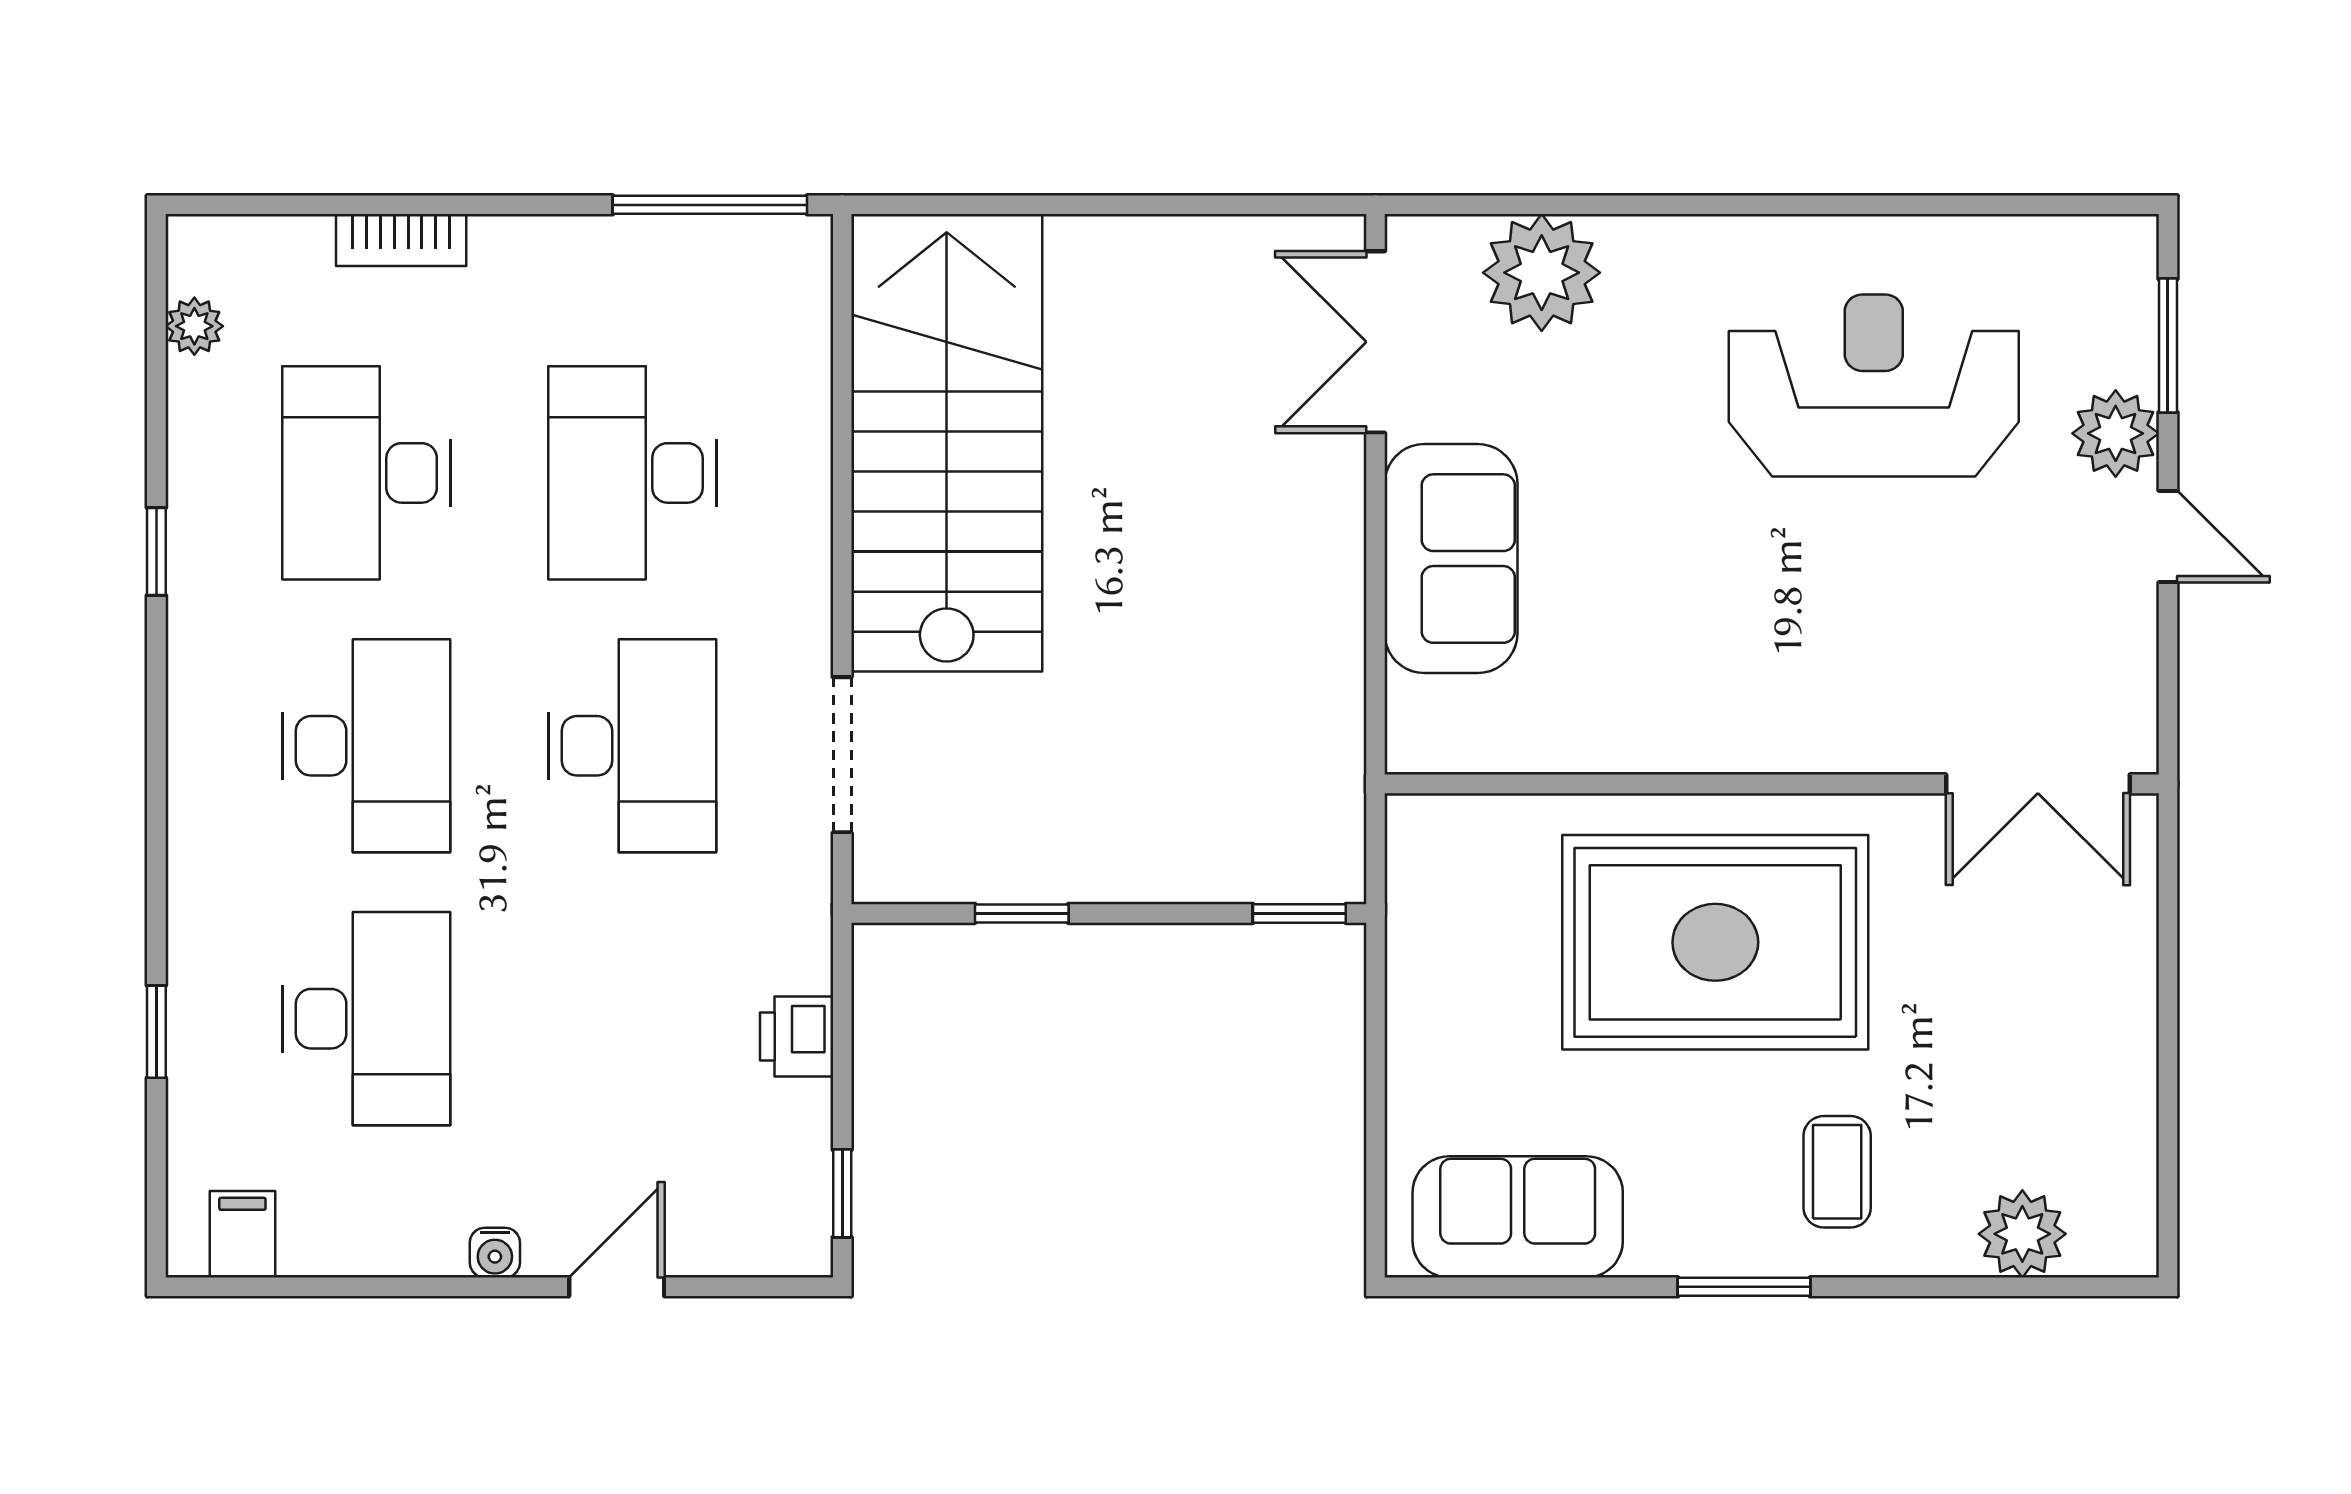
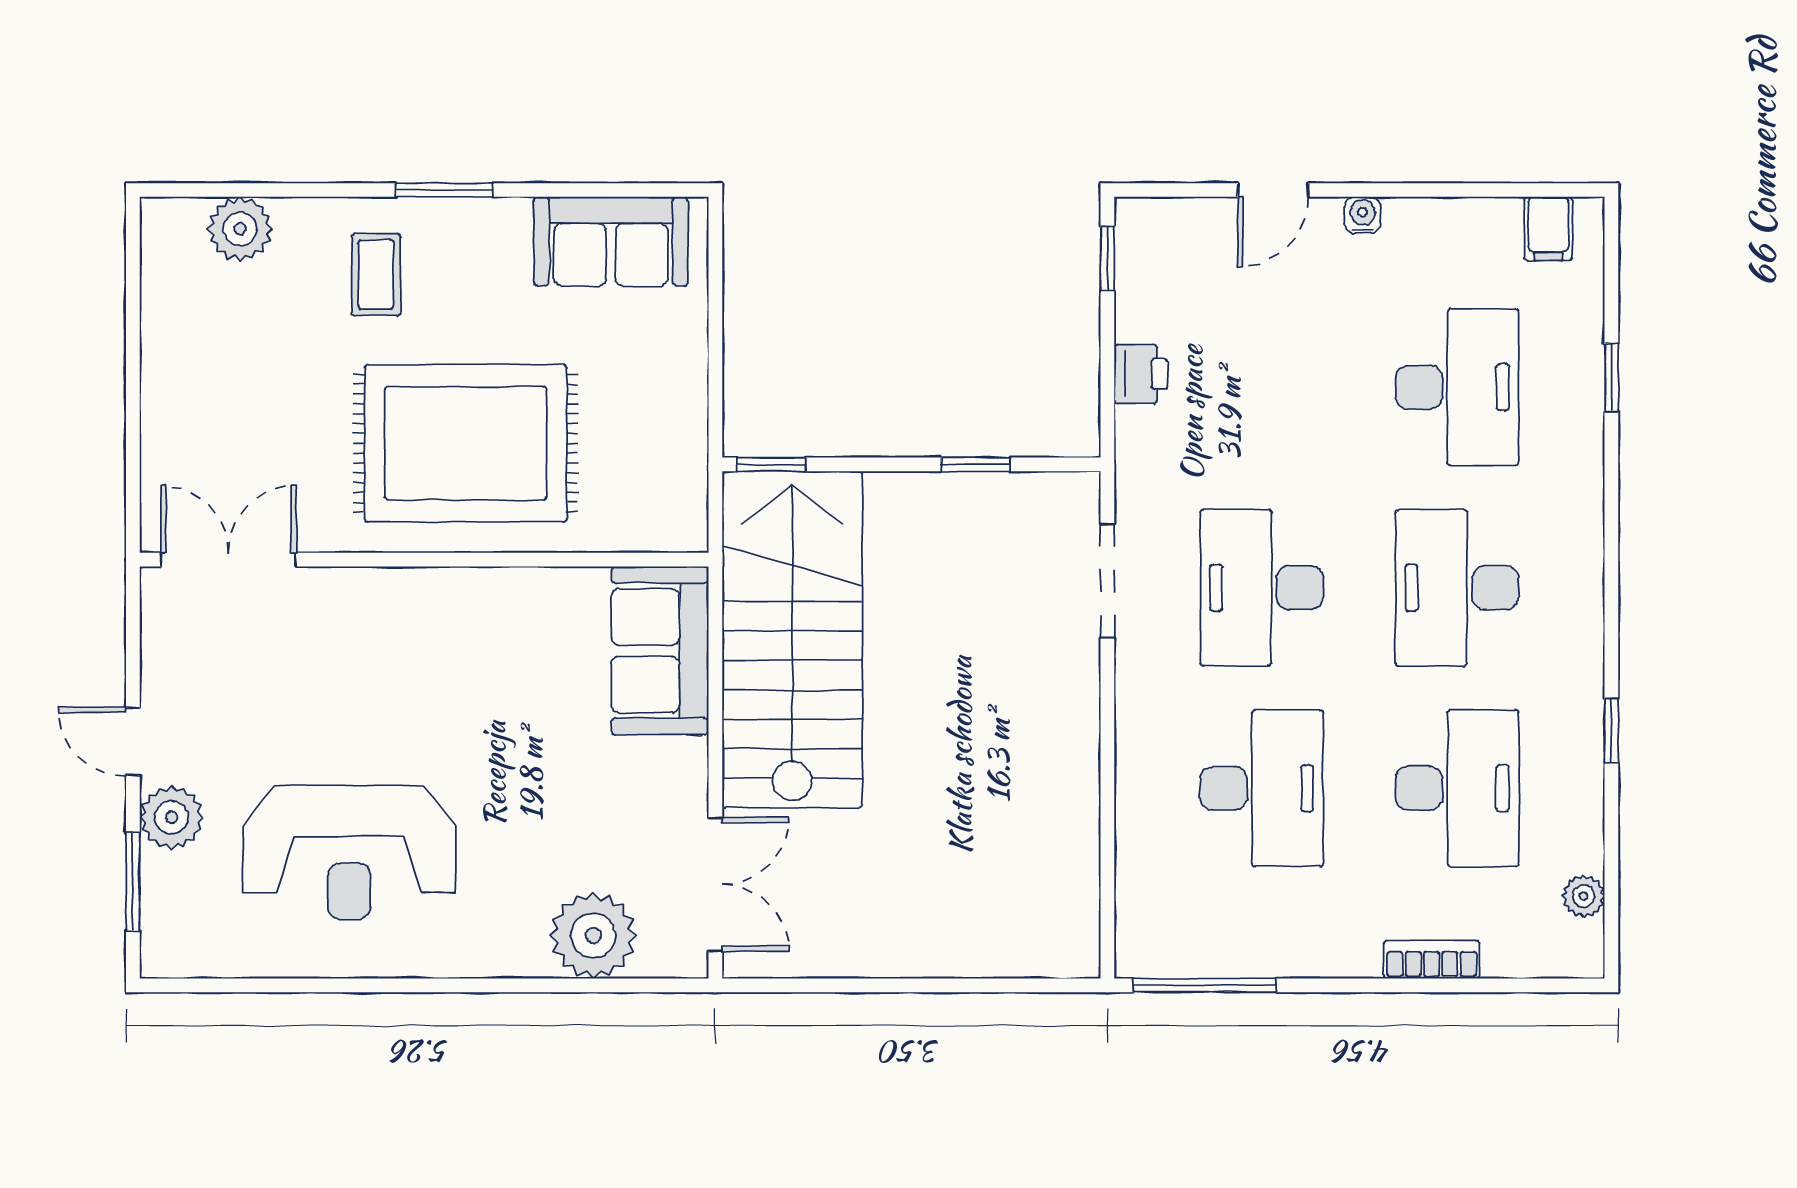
stairs: (947, 443) -> (792, 639), moved, turned 180
sofa: (1451, 559) -> (660, 651), moved
desk: (366, 1019) -> (1457, 387), turned 180

